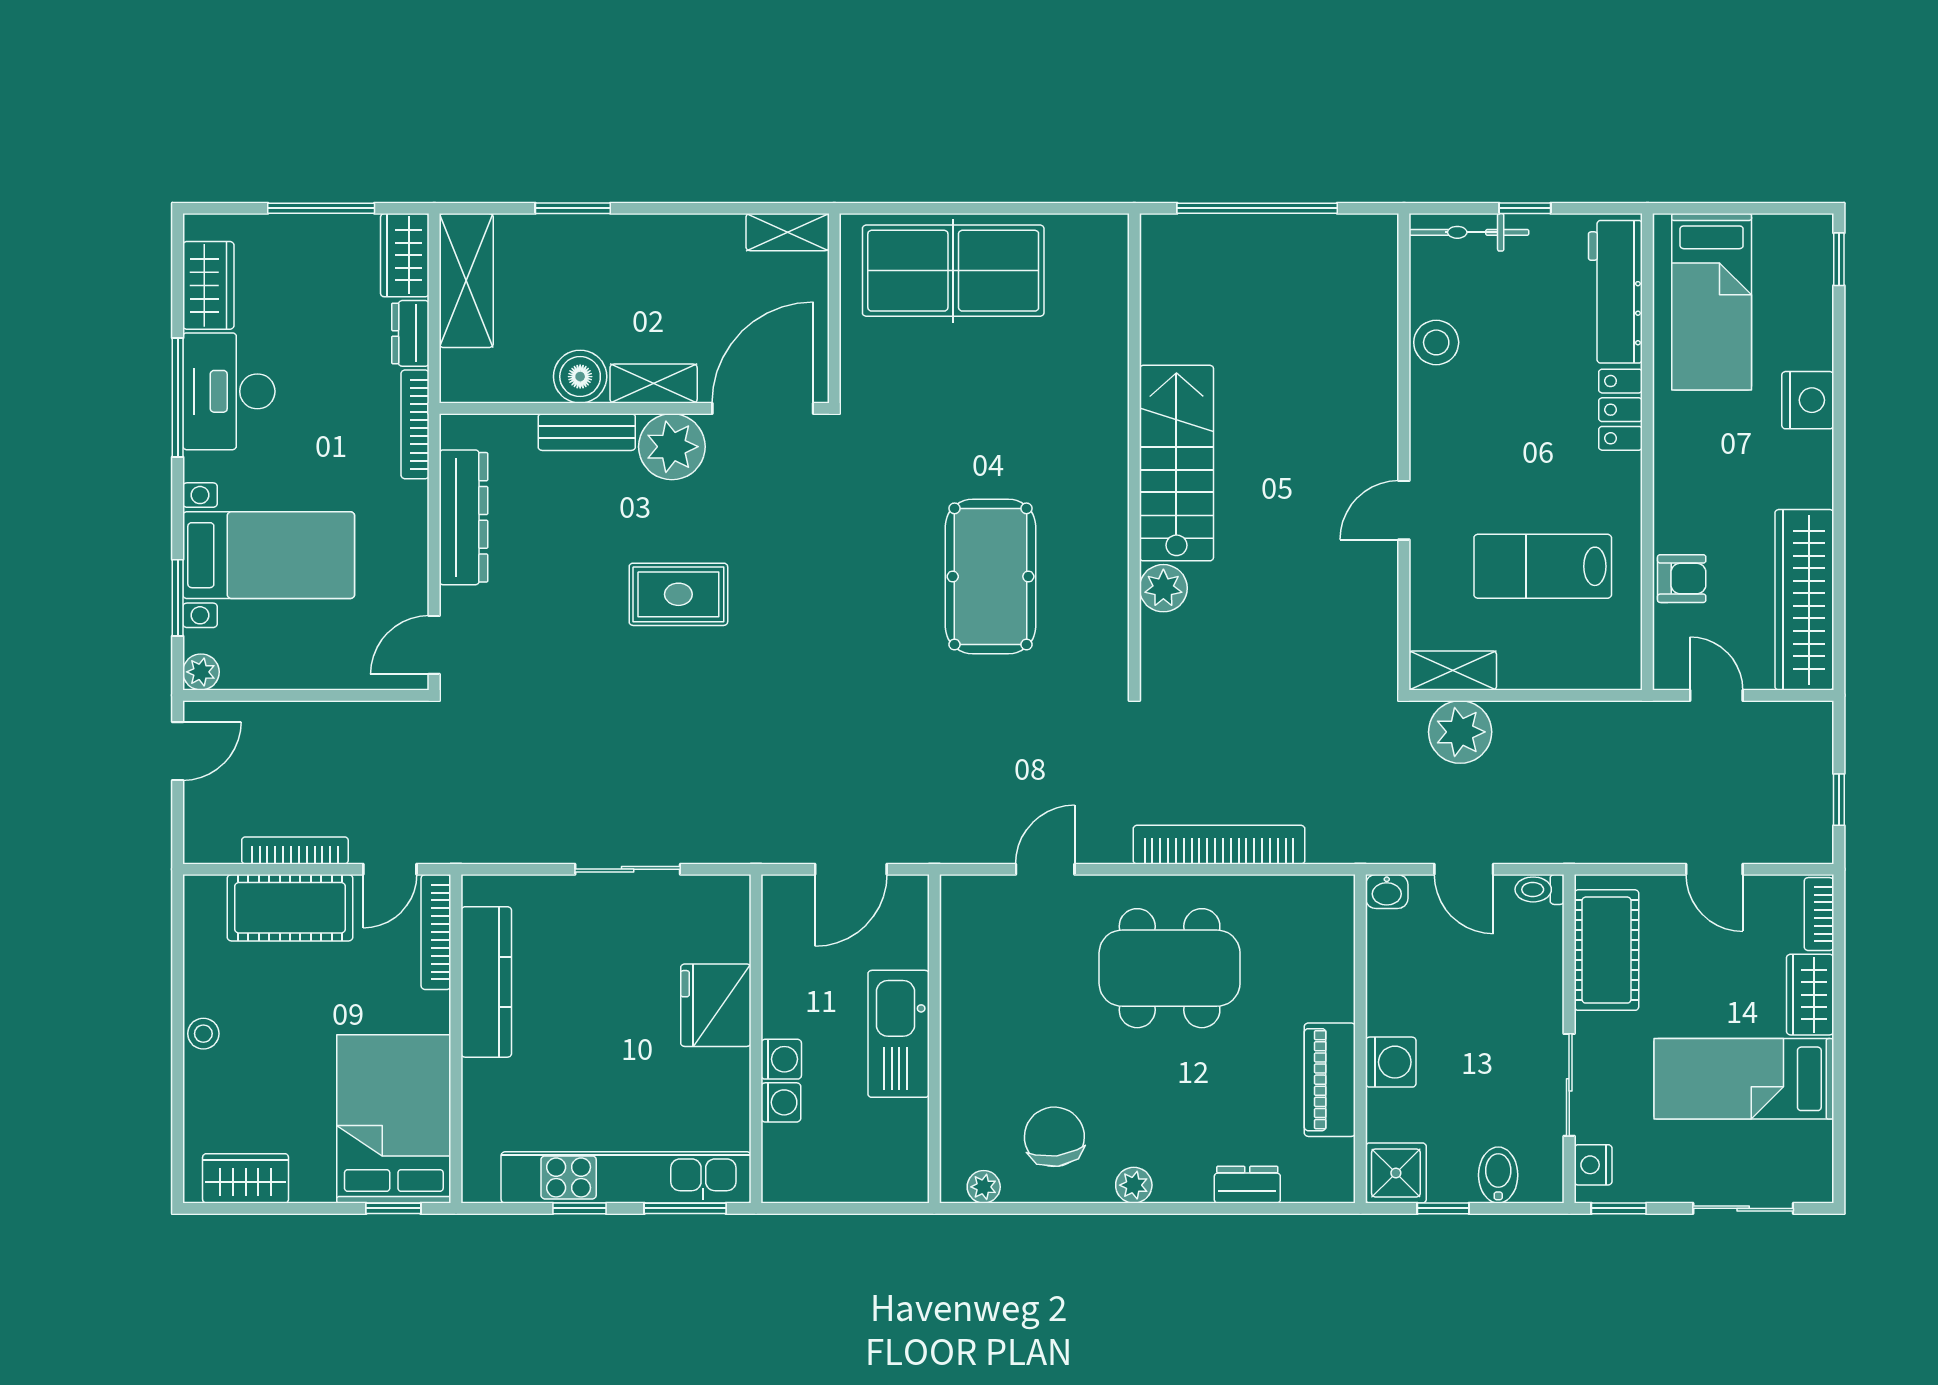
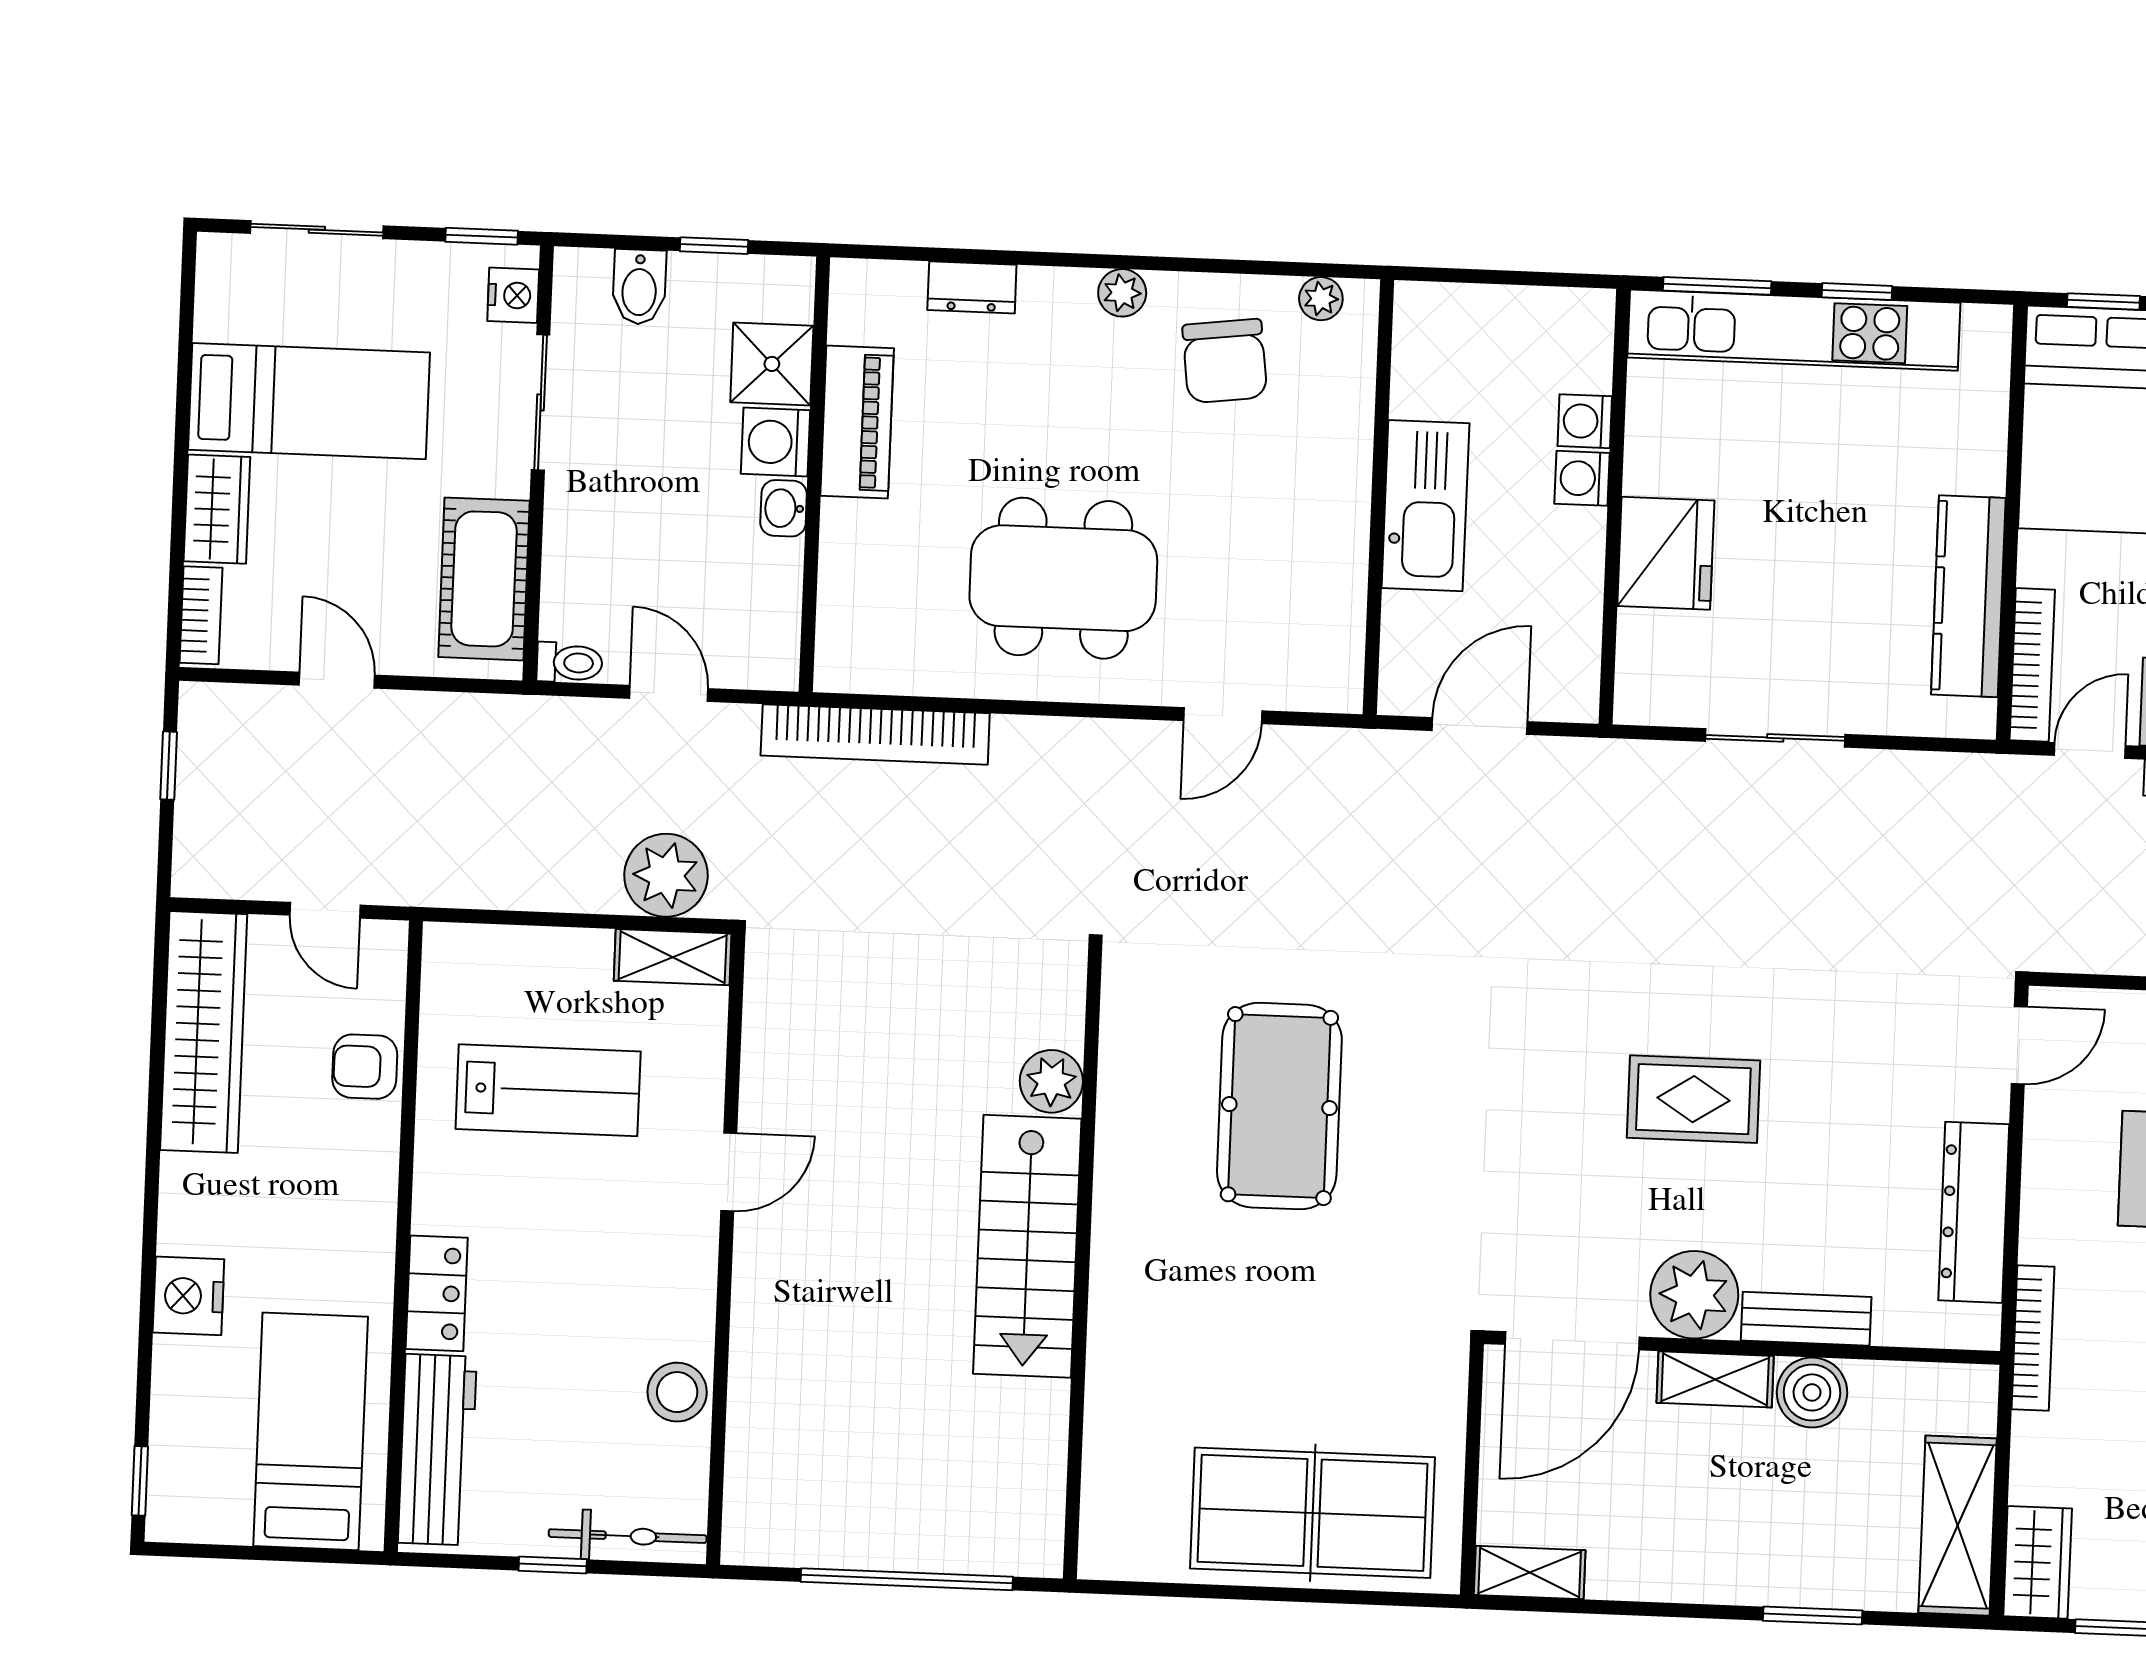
dresser: (410, 333) -> (2034, 1459), removed
bookcase: (1219, 845) -> (875, 734), moved
washbasin: (1387, 892) -> (784, 508), moved, turned -90
shower: (1396, 1173) -> (772, 364), moved

